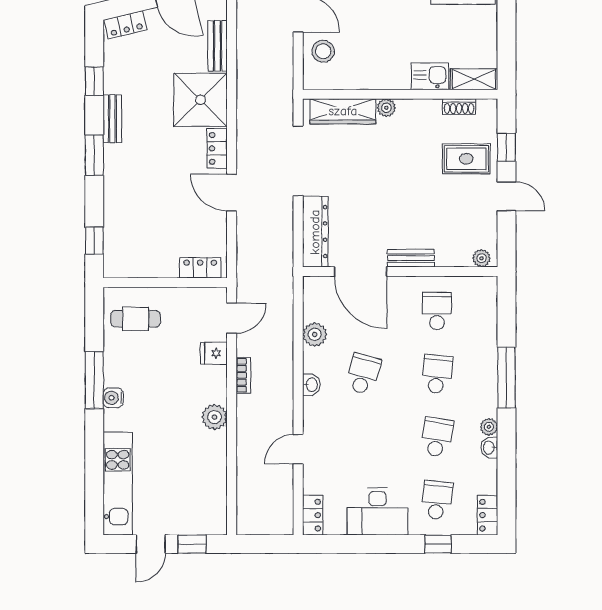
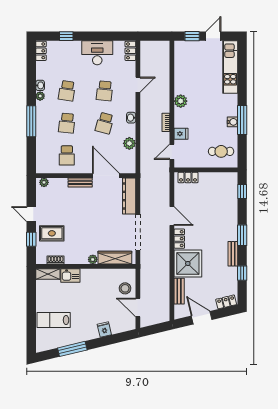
water cooler: (113, 398) -> (233, 122), moved
school desk: (437, 500) -> (105, 91), moved

